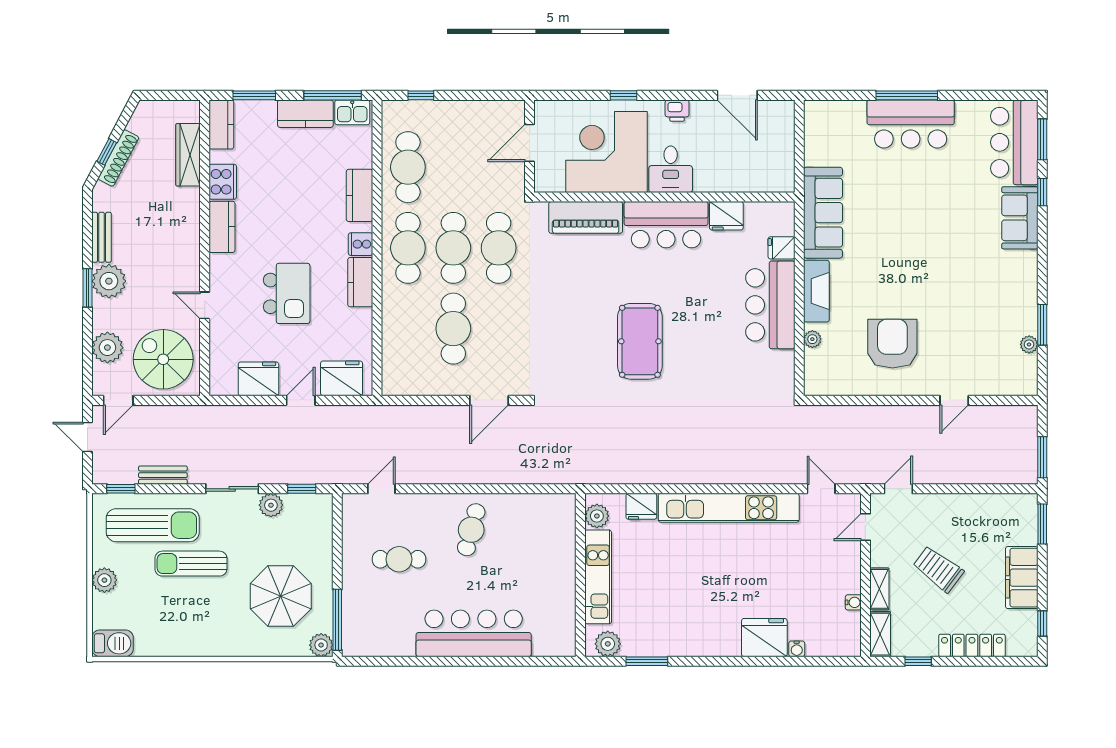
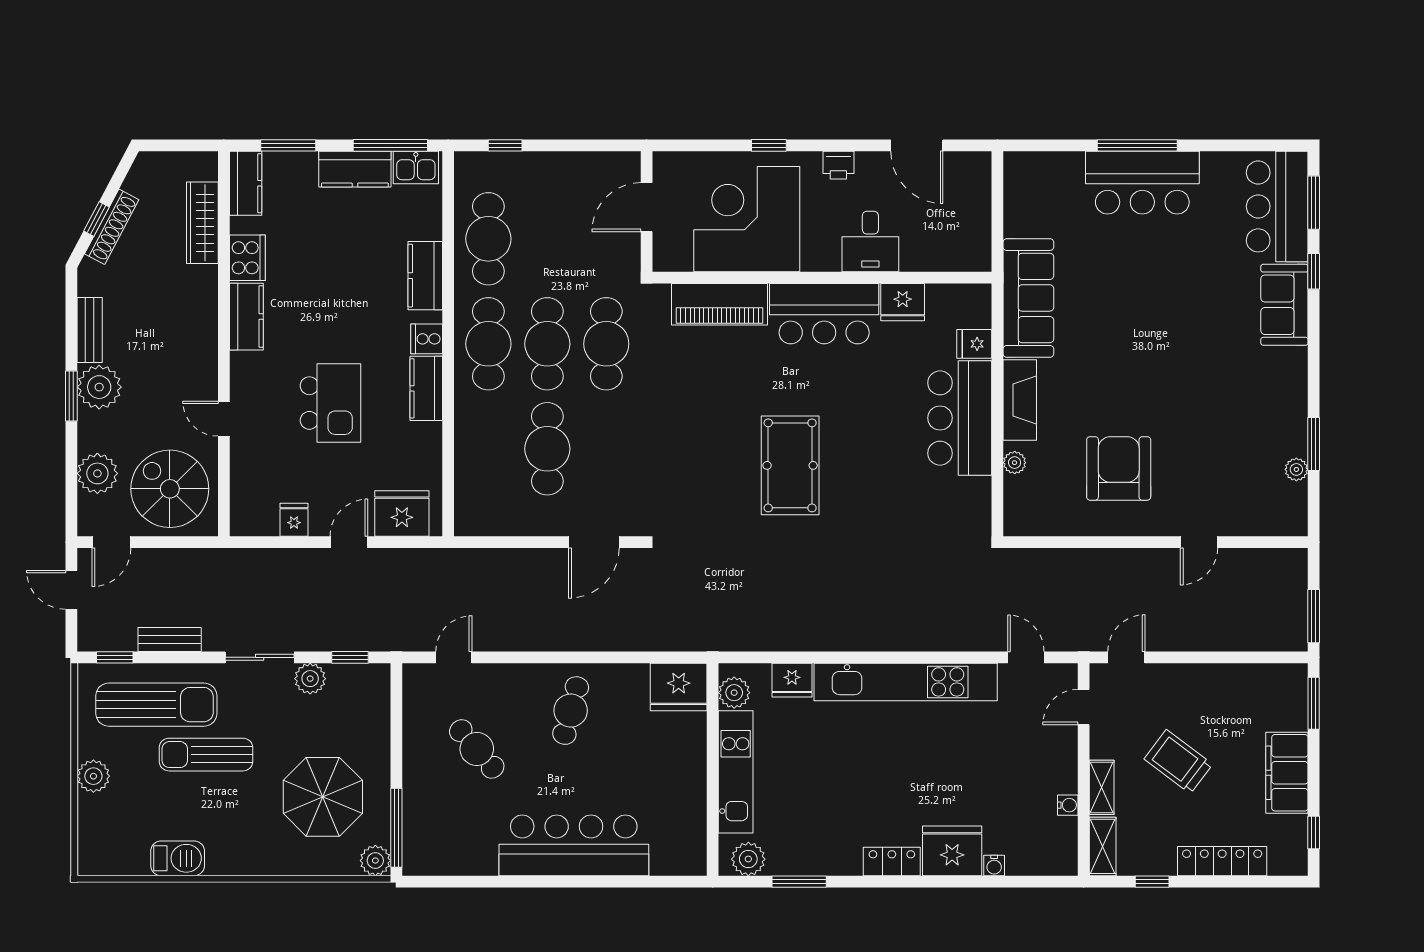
desk: (671, 169) -> (870, 241), moved
fridge: (259, 379) -> (294, 520), width x0.53, depth x0.75
fridge: (554, 512) -> (679, 687), added
cafe table: (399, 559) -> (477, 749), turned 49
barbecue: (113, 643) -> (178, 858), moved
locker: (718, 646) -> (892, 861), added

